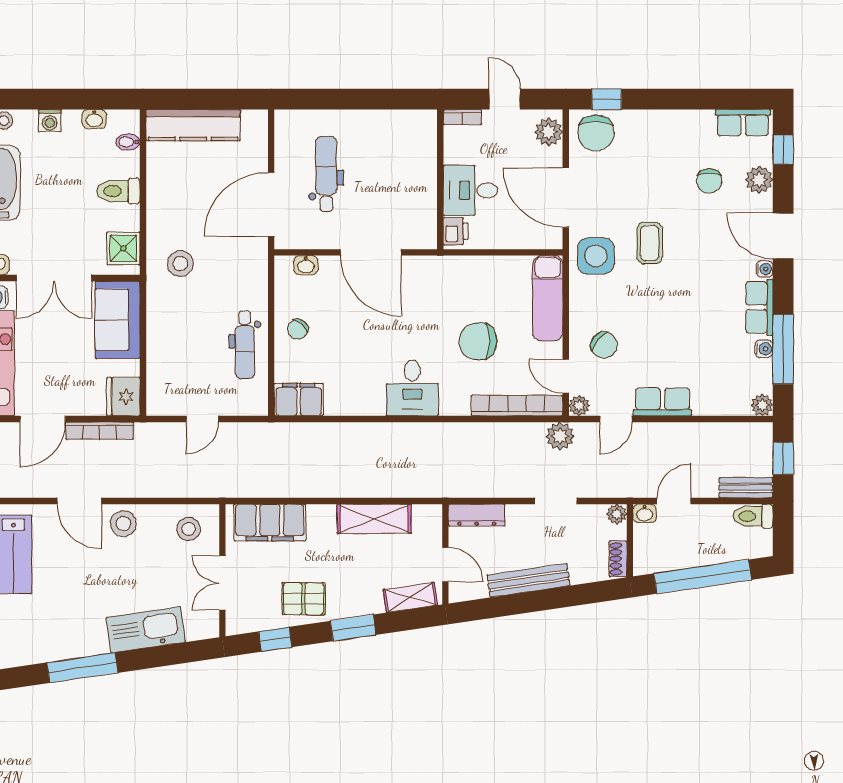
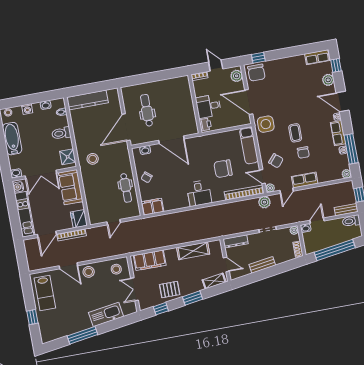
chair: (709, 181) -> (303, 153), moved
coffee table: (650, 243) -> (295, 133), moved
bench: (528, 580) -> (262, 265), width x0.73

